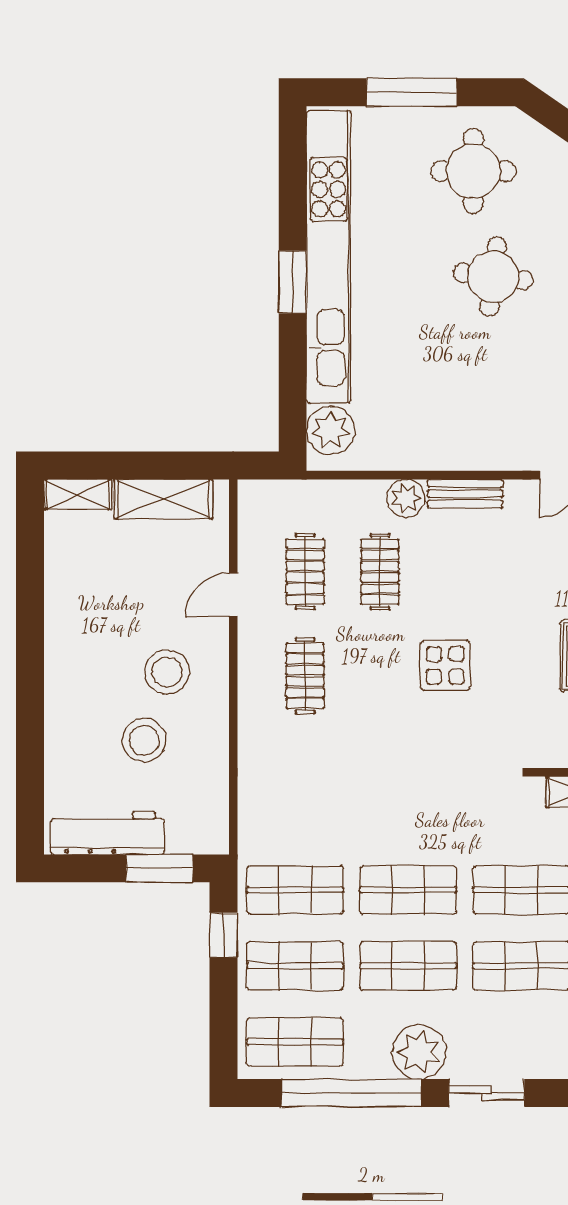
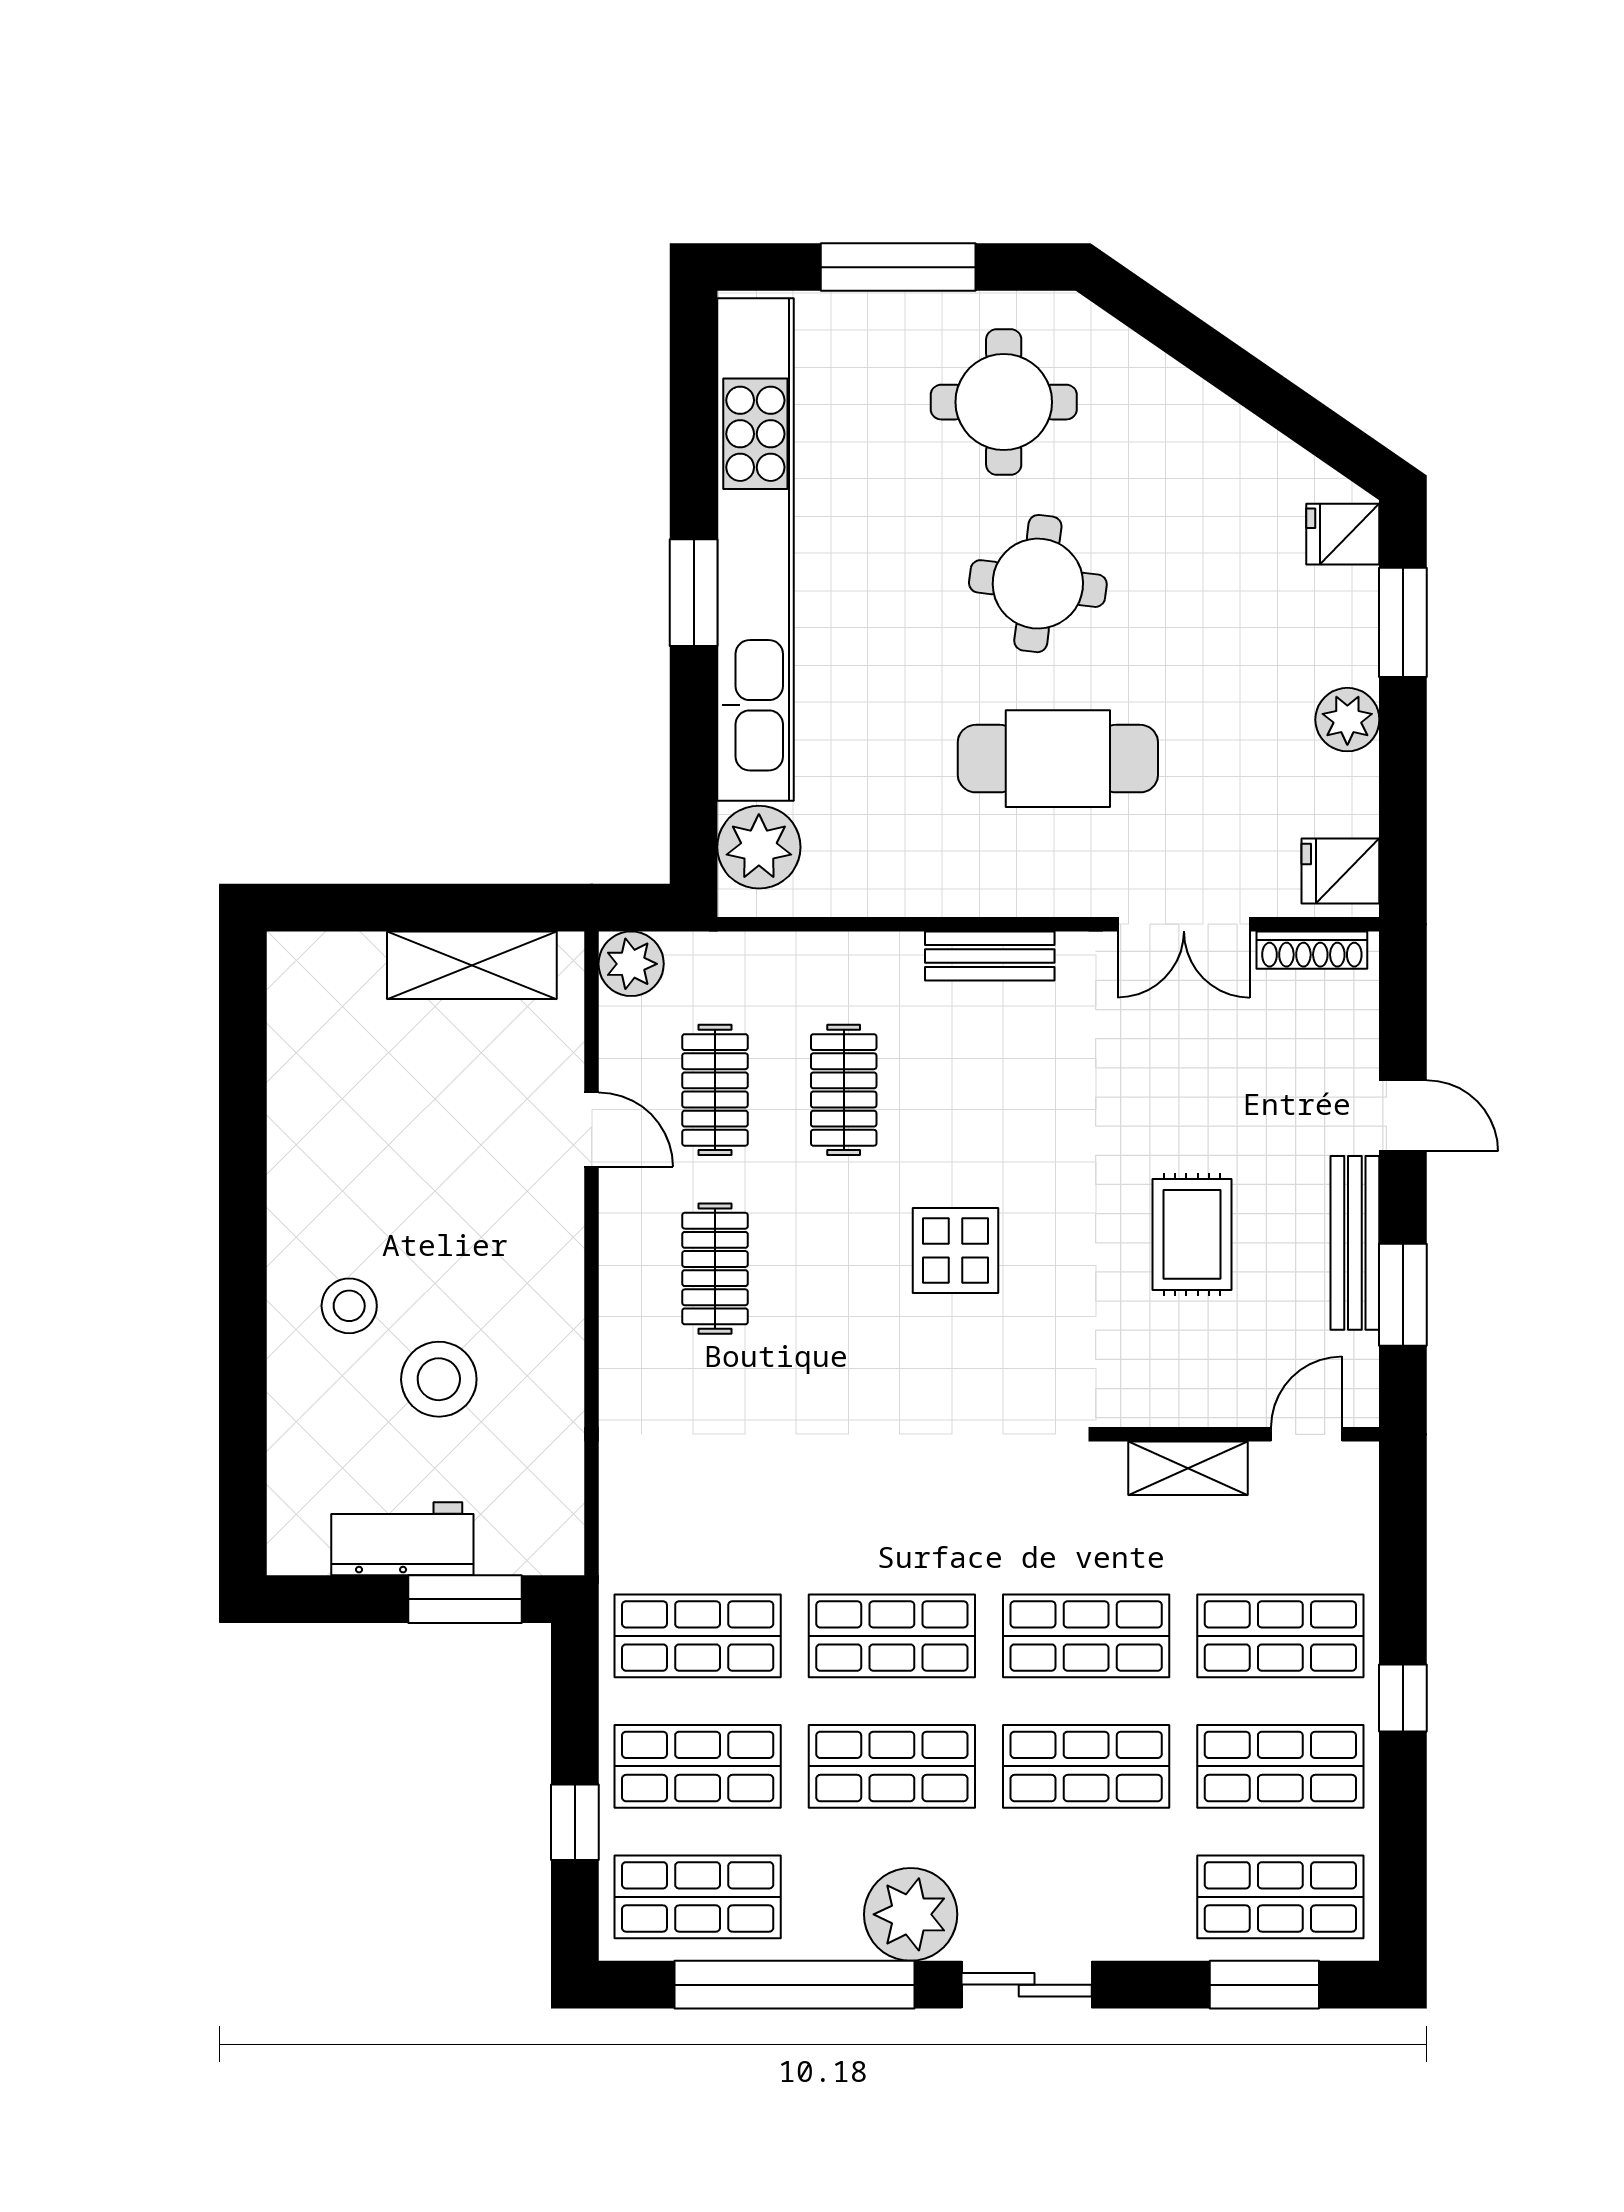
cafe table: (505, 379) -> (1058, 759), added
shelving: (78, 494) -> (324, 957), removed
plant: (406, 498) -> (631, 964), moved
door: (233, 595) -> (592, 1130), swing flipped
stool: (167, 672) -> (349, 1306), moved, width x0.73, depth x0.73
workbench: (107, 833) -> (402, 1539), width x0.73
window: (223, 935) -> (575, 1822), moved

